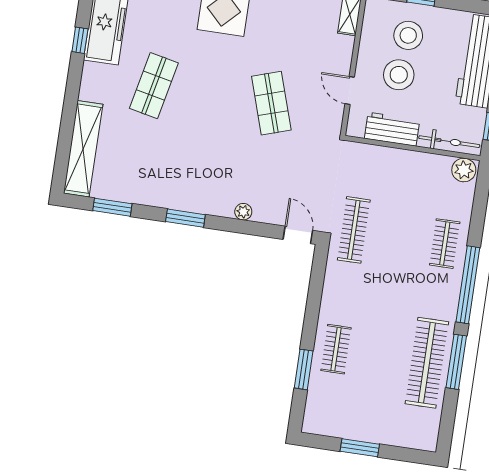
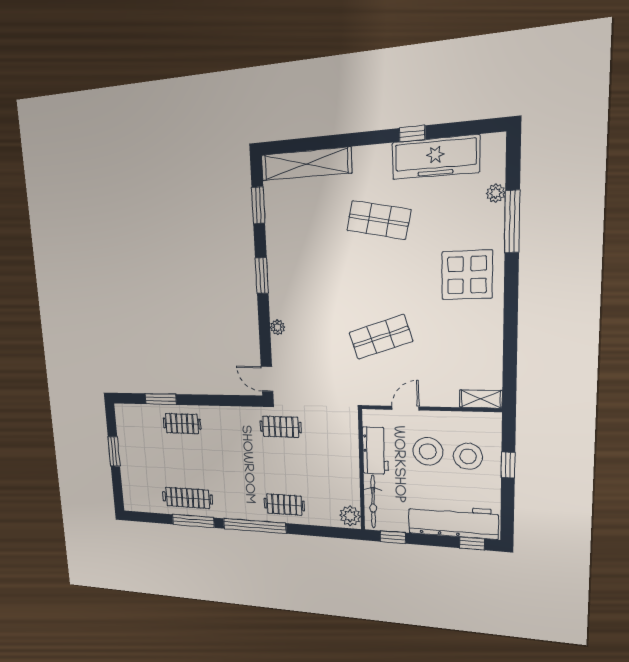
clothes rail: (354, 230) -> (281, 427), width x0.73
door: (298, 235) -> (267, 379), swing flipped
clothes rail: (427, 363) -> (187, 498), width x0.73, depth x0.76

